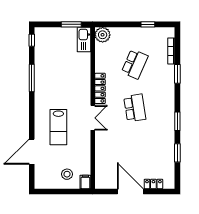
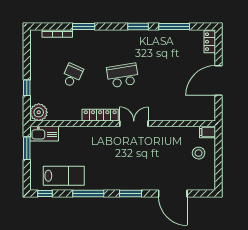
window: (148, 24) -> (27, 88), moved
school desk: (135, 64) -> (72, 75), width x0.54
window: (32, 115) -> (130, 194), added
lab bench: (58, 127) -> (64, 176), moved
window: (177, 153) -> (174, 26), width x1.44
locker: (153, 184) -> (210, 42), moved

